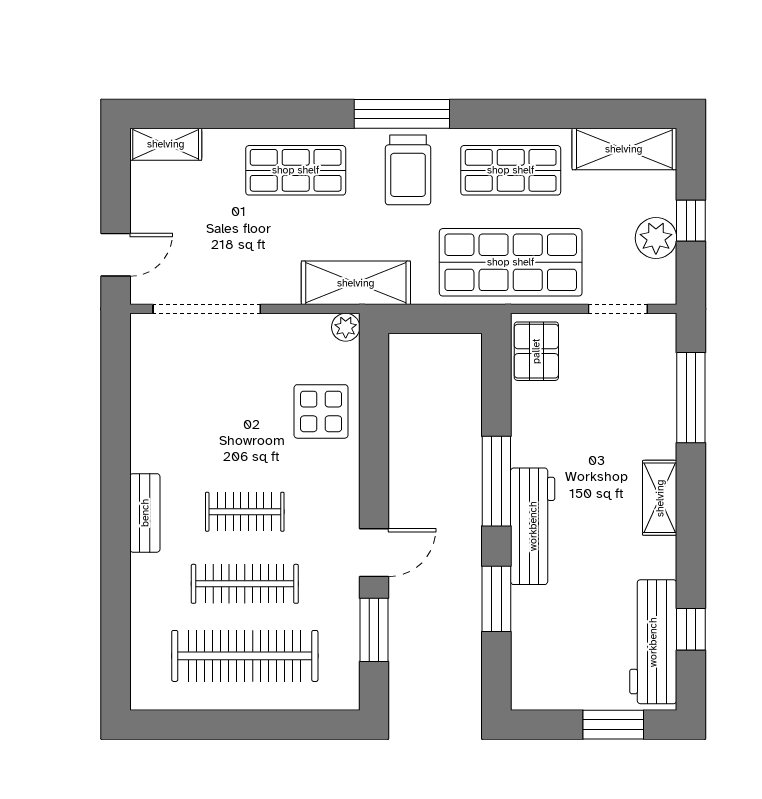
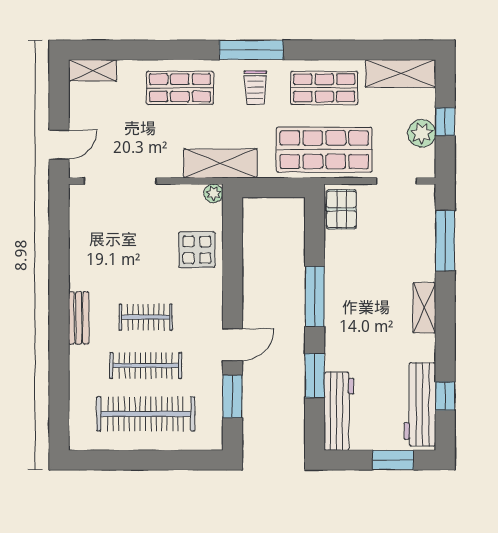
trolley: (408, 170) -> (255, 88), width x0.73, depth x0.72
workbench: (533, 526) -> (339, 411), moved

